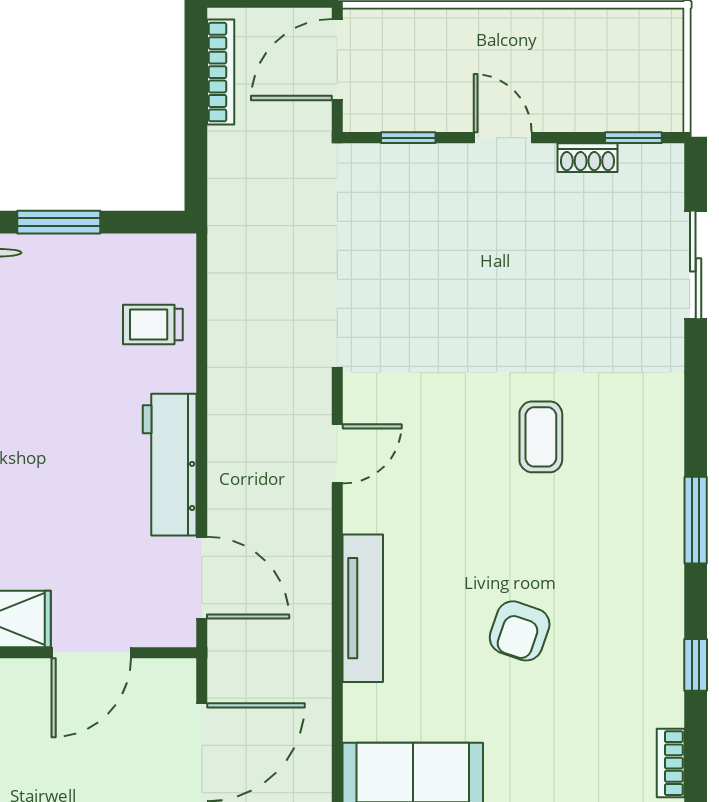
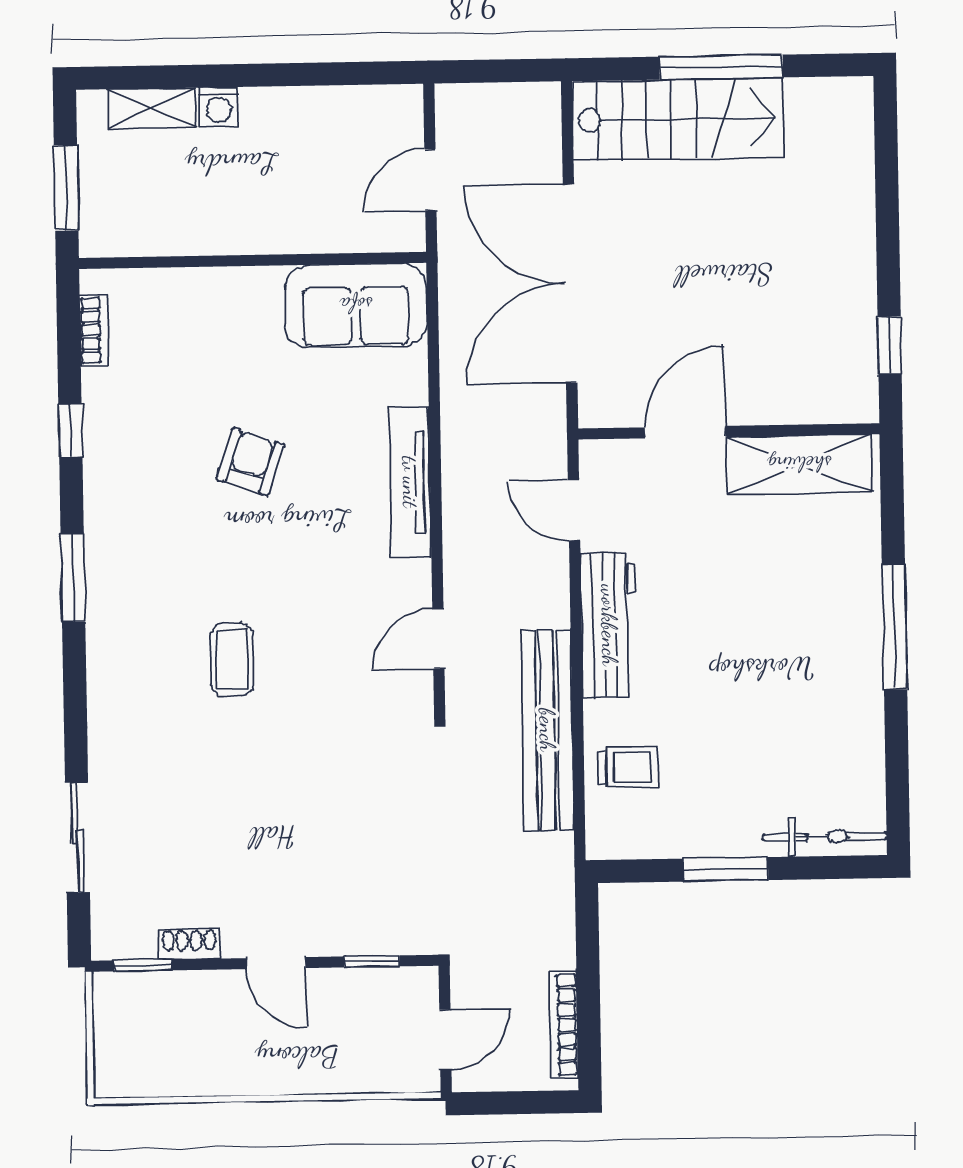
door: (337, 60) -> (445, 1040), width x0.73
bench: (232, 362) -> (547, 730), added
door: (202, 578) -> (574, 511), width x0.73

